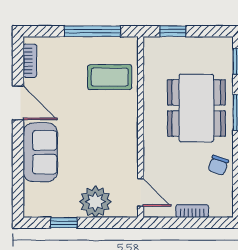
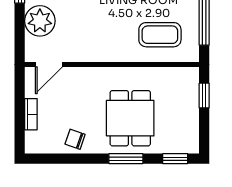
coffee table: (110, 77) -> (160, 35), turned 90
dining table: (196, 108) -> (130, 118), width x0.73

